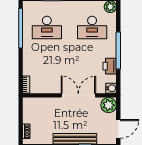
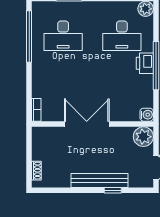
printer: (110, 66) -> (145, 63), moved
double door: (78, 95) -> (87, 124), moved

